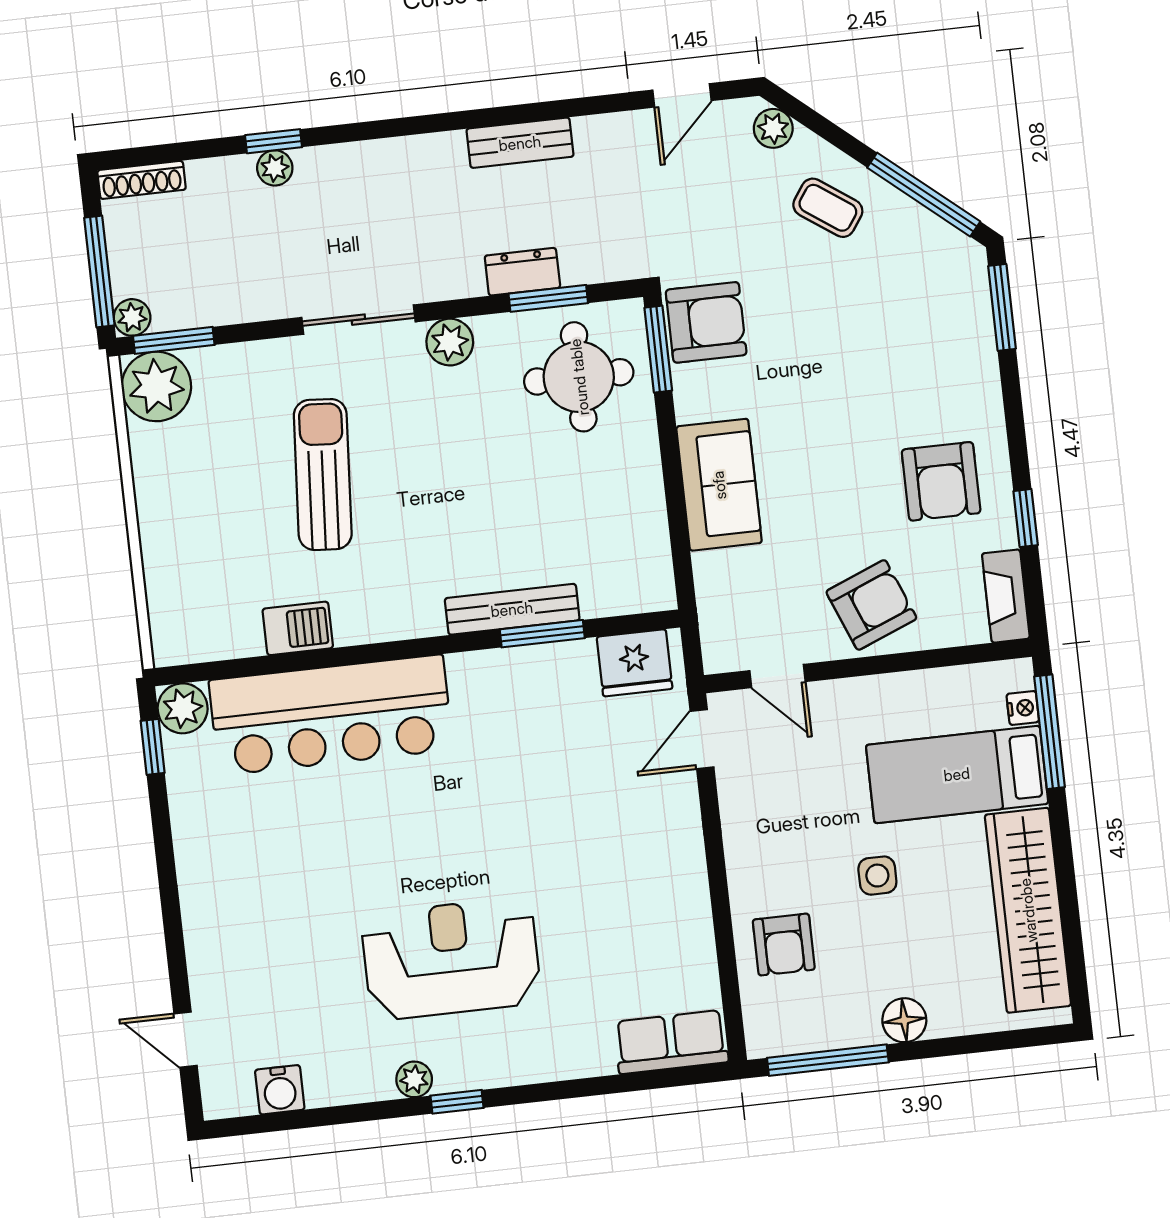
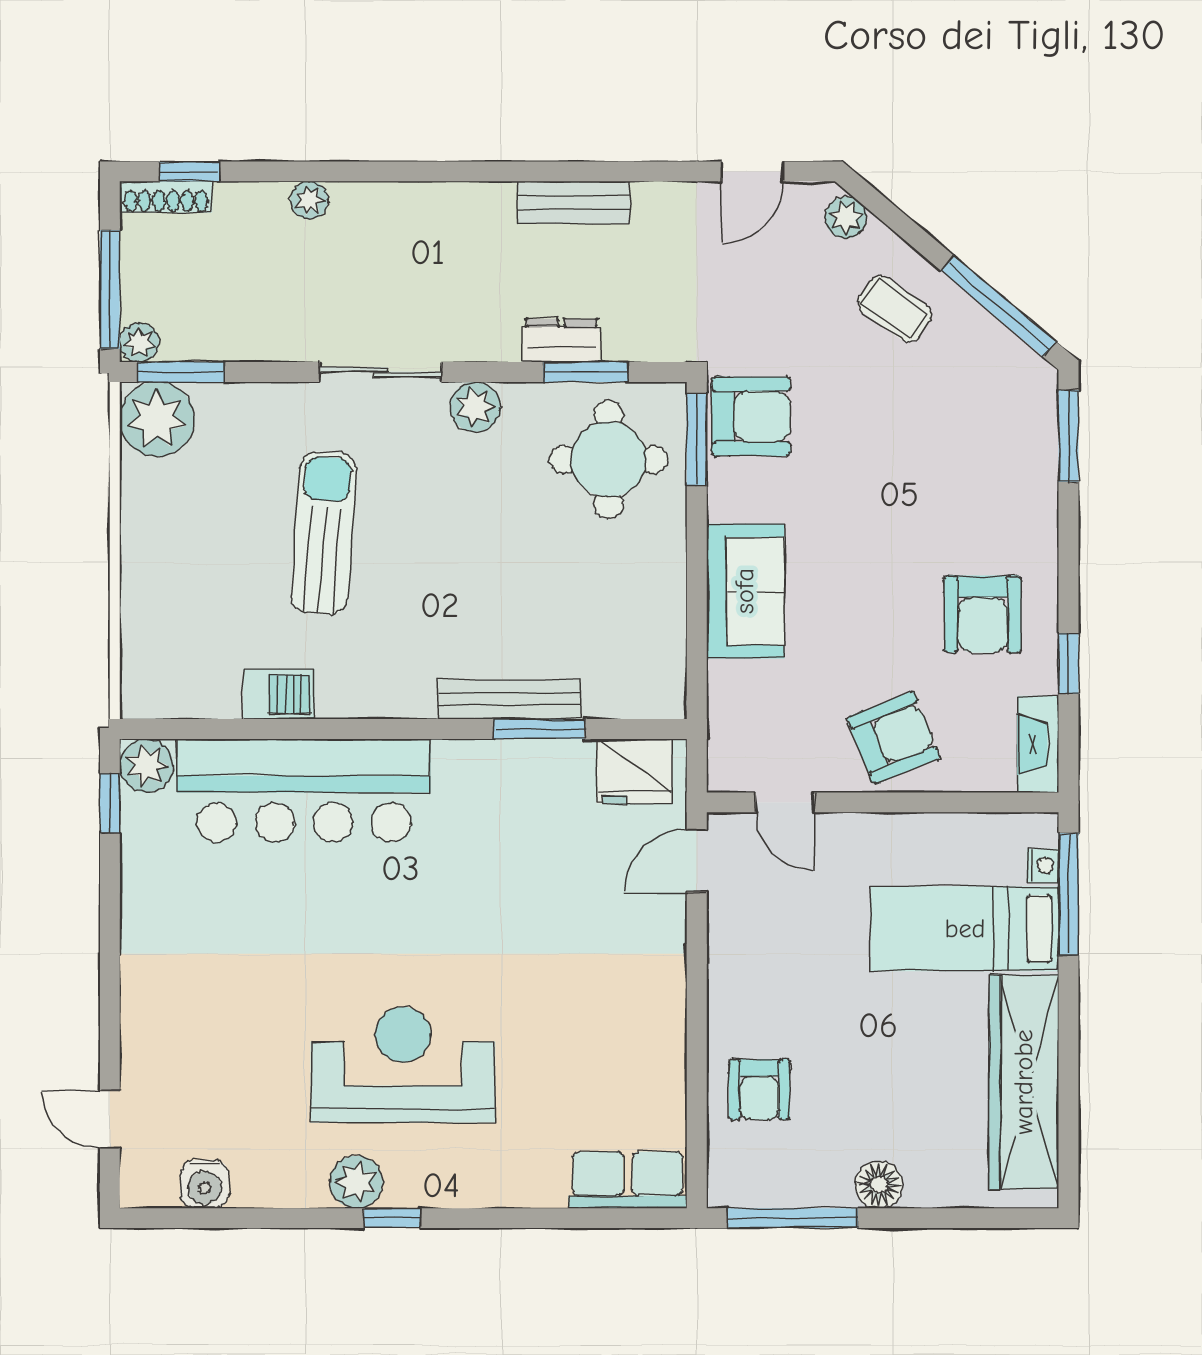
window: (274, 141) -> (190, 171), moved
side table: (877, 876) -> (868, 1027), removed
plant: (414, 1079) -> (356, 1182), width x1.38, depth x1.38

